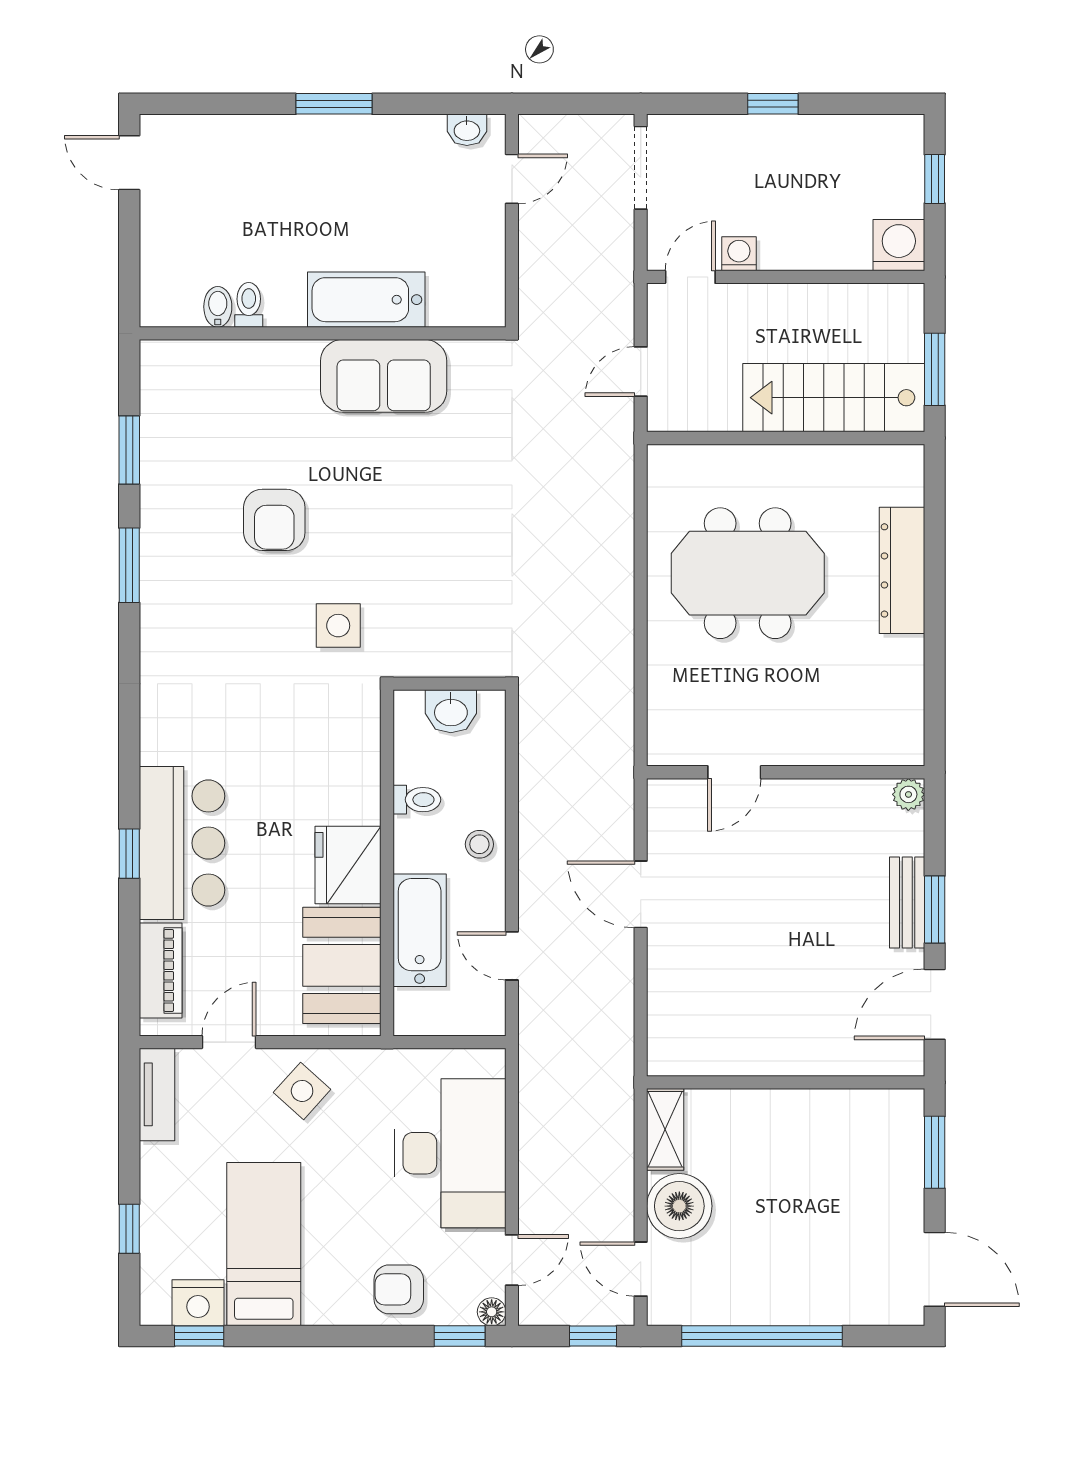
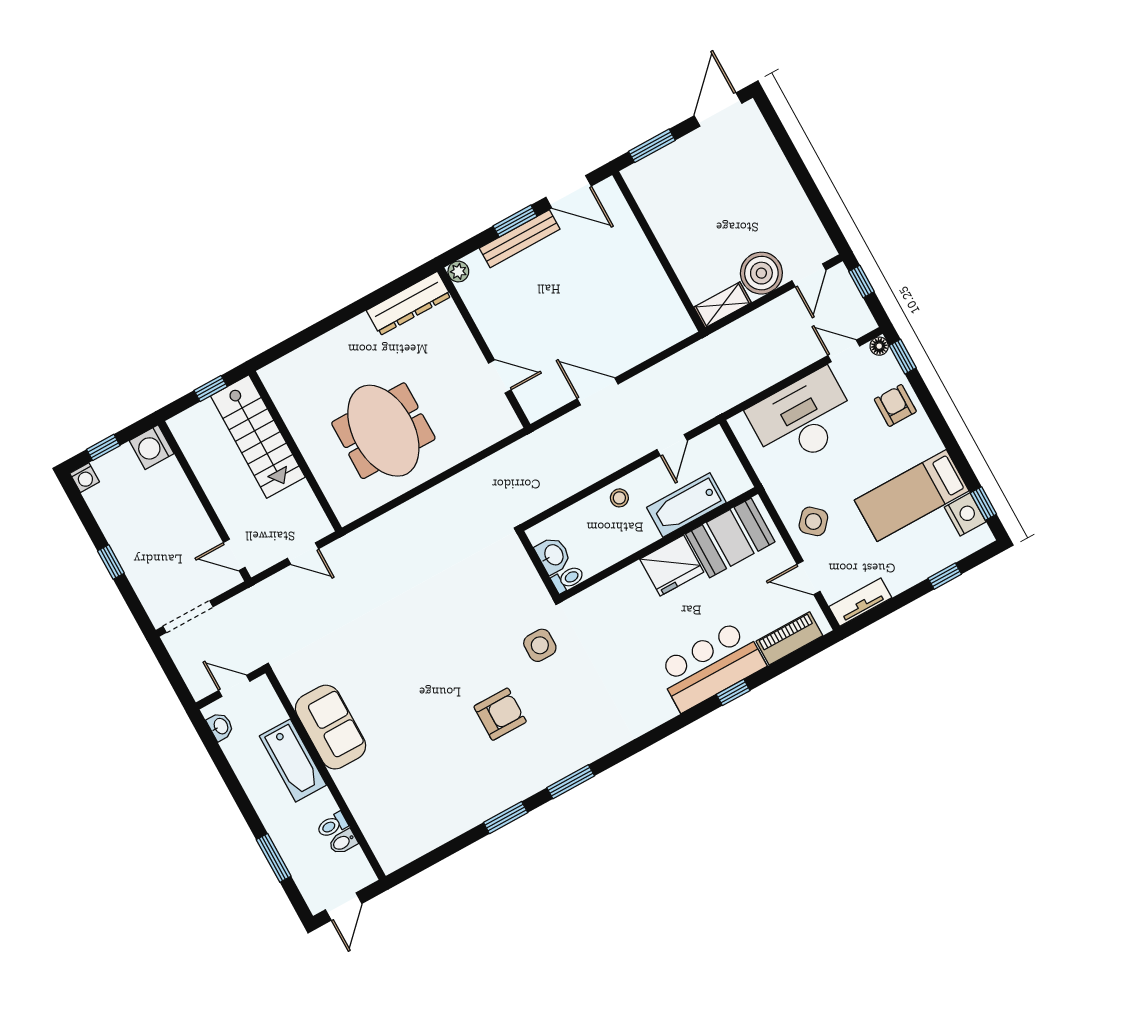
window: (334, 104) -> (274, 858), moved
washing machine: (739, 254) -> (85, 478), moved, turned -90
bathtub: (366, 300) -> (293, 760), moved
toilet: (249, 305) -> (332, 825), moved
bidet: (218, 307) -> (343, 842), moved
wall: (323, 333) -> (325, 775), moved
window: (935, 369) -> (211, 388), width x0.67
sofa: (384, 376) -> (331, 727), moved
dresser: (902, 570) -> (409, 303), moved
toilet: (417, 800) -> (568, 579), moved, turned 90
door: (641, 894) -> (598, 391), swing flipped
bench: (907, 903) -> (520, 239), width x1.36
armchair: (399, 1289) -> (895, 405), turned 180
window: (762, 1336) -> (809, 186), removed

